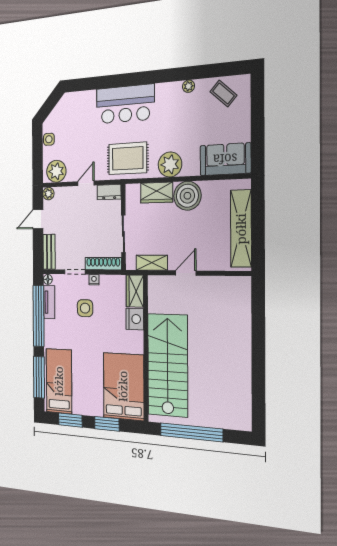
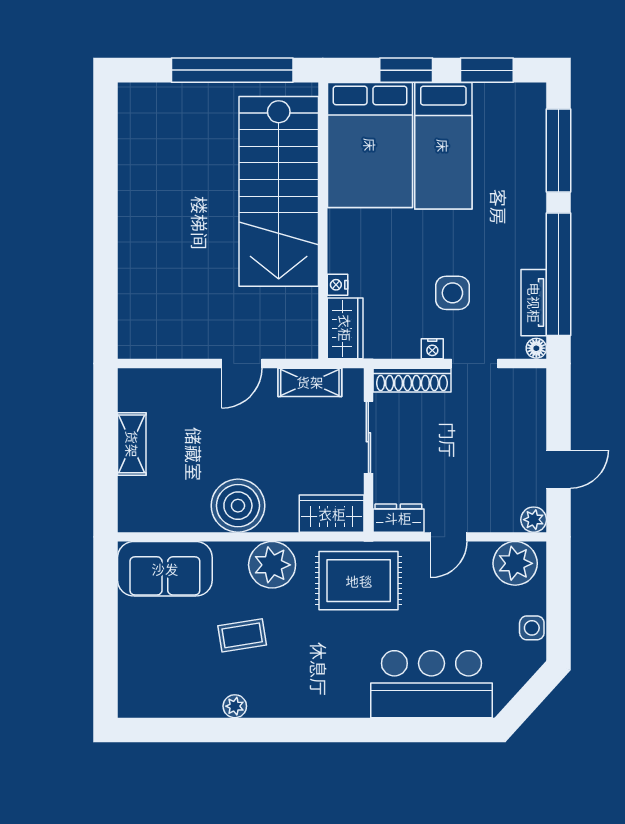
coffee table: (223, 93) -> (242, 635), moved, turned -51
bar counter: (125, 104) -> (431, 684), moved
wardrobe: (157, 193) -> (332, 514), moved
shelving: (241, 229) -> (132, 444), width x0.45, depth x0.75
bench: (49, 252) -> (533, 403), removed
nightstand: (135, 319) -> (338, 285), width x0.53, depth x0.56
bed: (59, 381) -> (443, 146), moved

